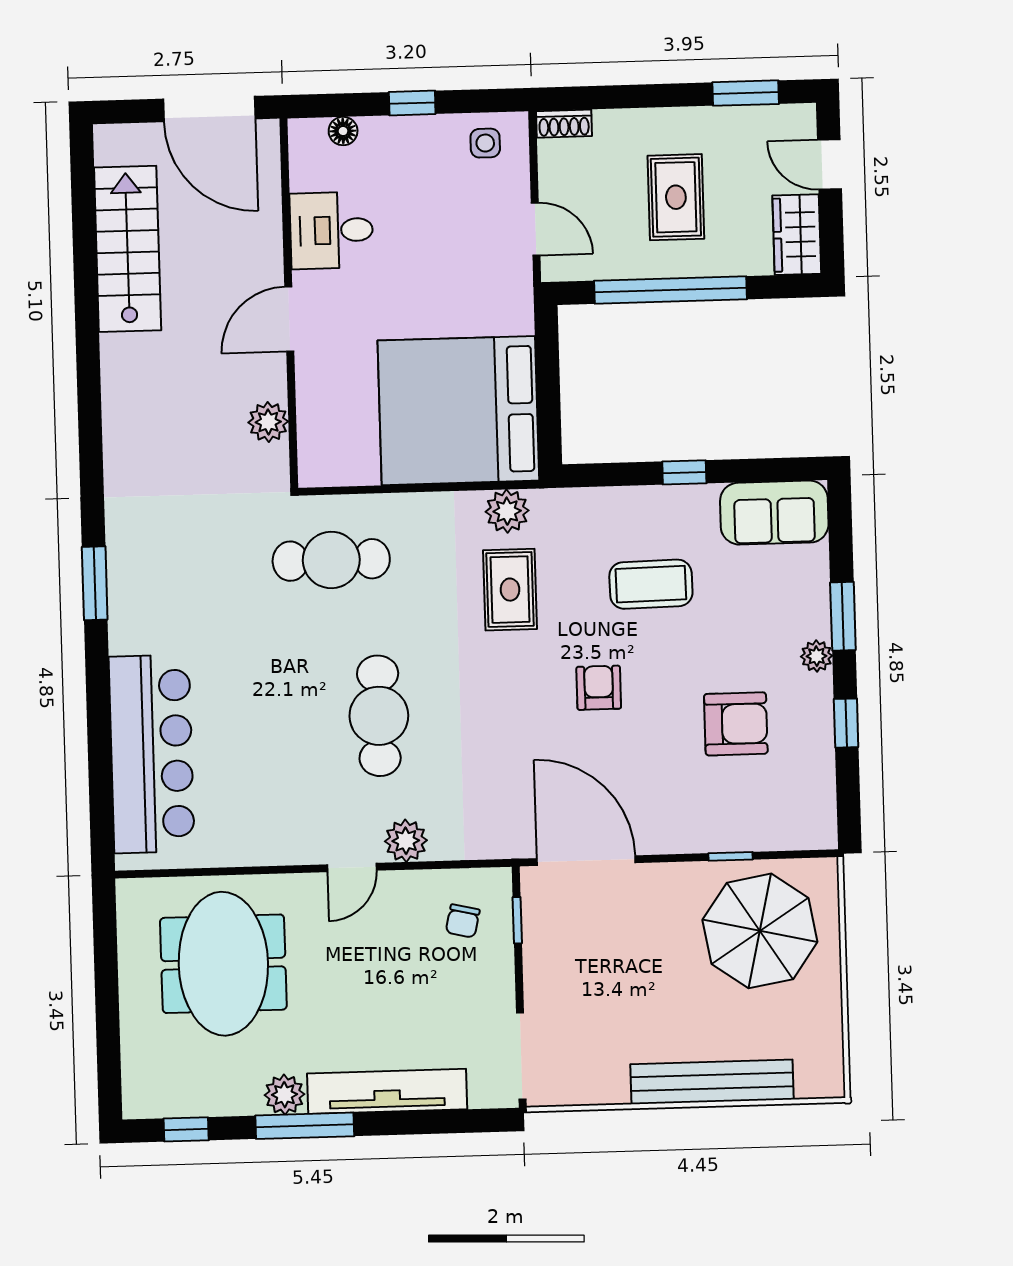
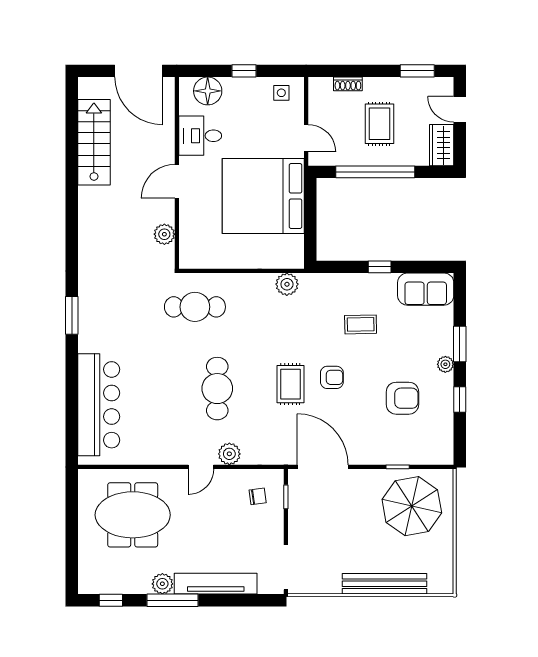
shoe rack: (564, 124) -> (348, 84), moved
floor lamp: (343, 131) -> (208, 91), width x1.89, depth x1.89
bed: (458, 411) -> (263, 196), moved
coffee table: (651, 584) -> (361, 324), width x0.73, depth x0.77
rug: (510, 590) -> (290, 384), moved
armchair: (599, 688) -> (332, 377), turned 90
chair: (463, 921) -> (258, 496), turned -111
meeting table: (223, 964) -> (133, 515), turned 90

